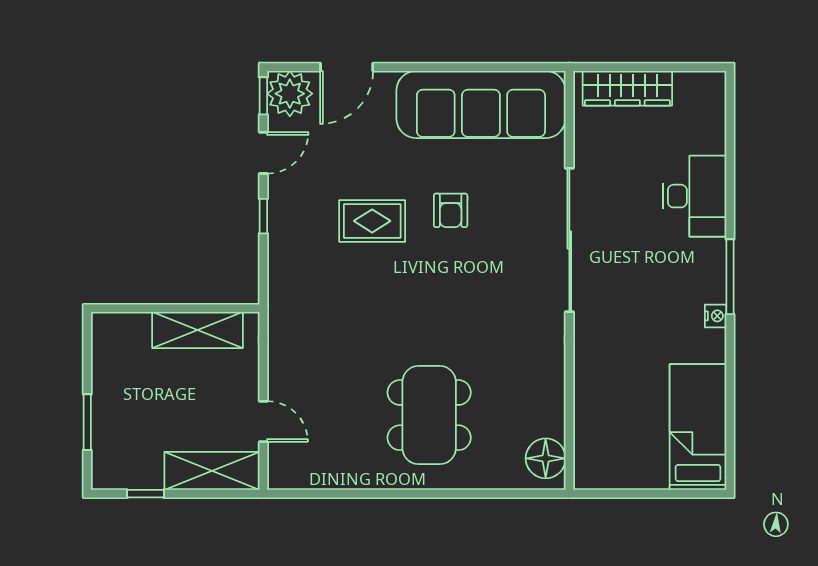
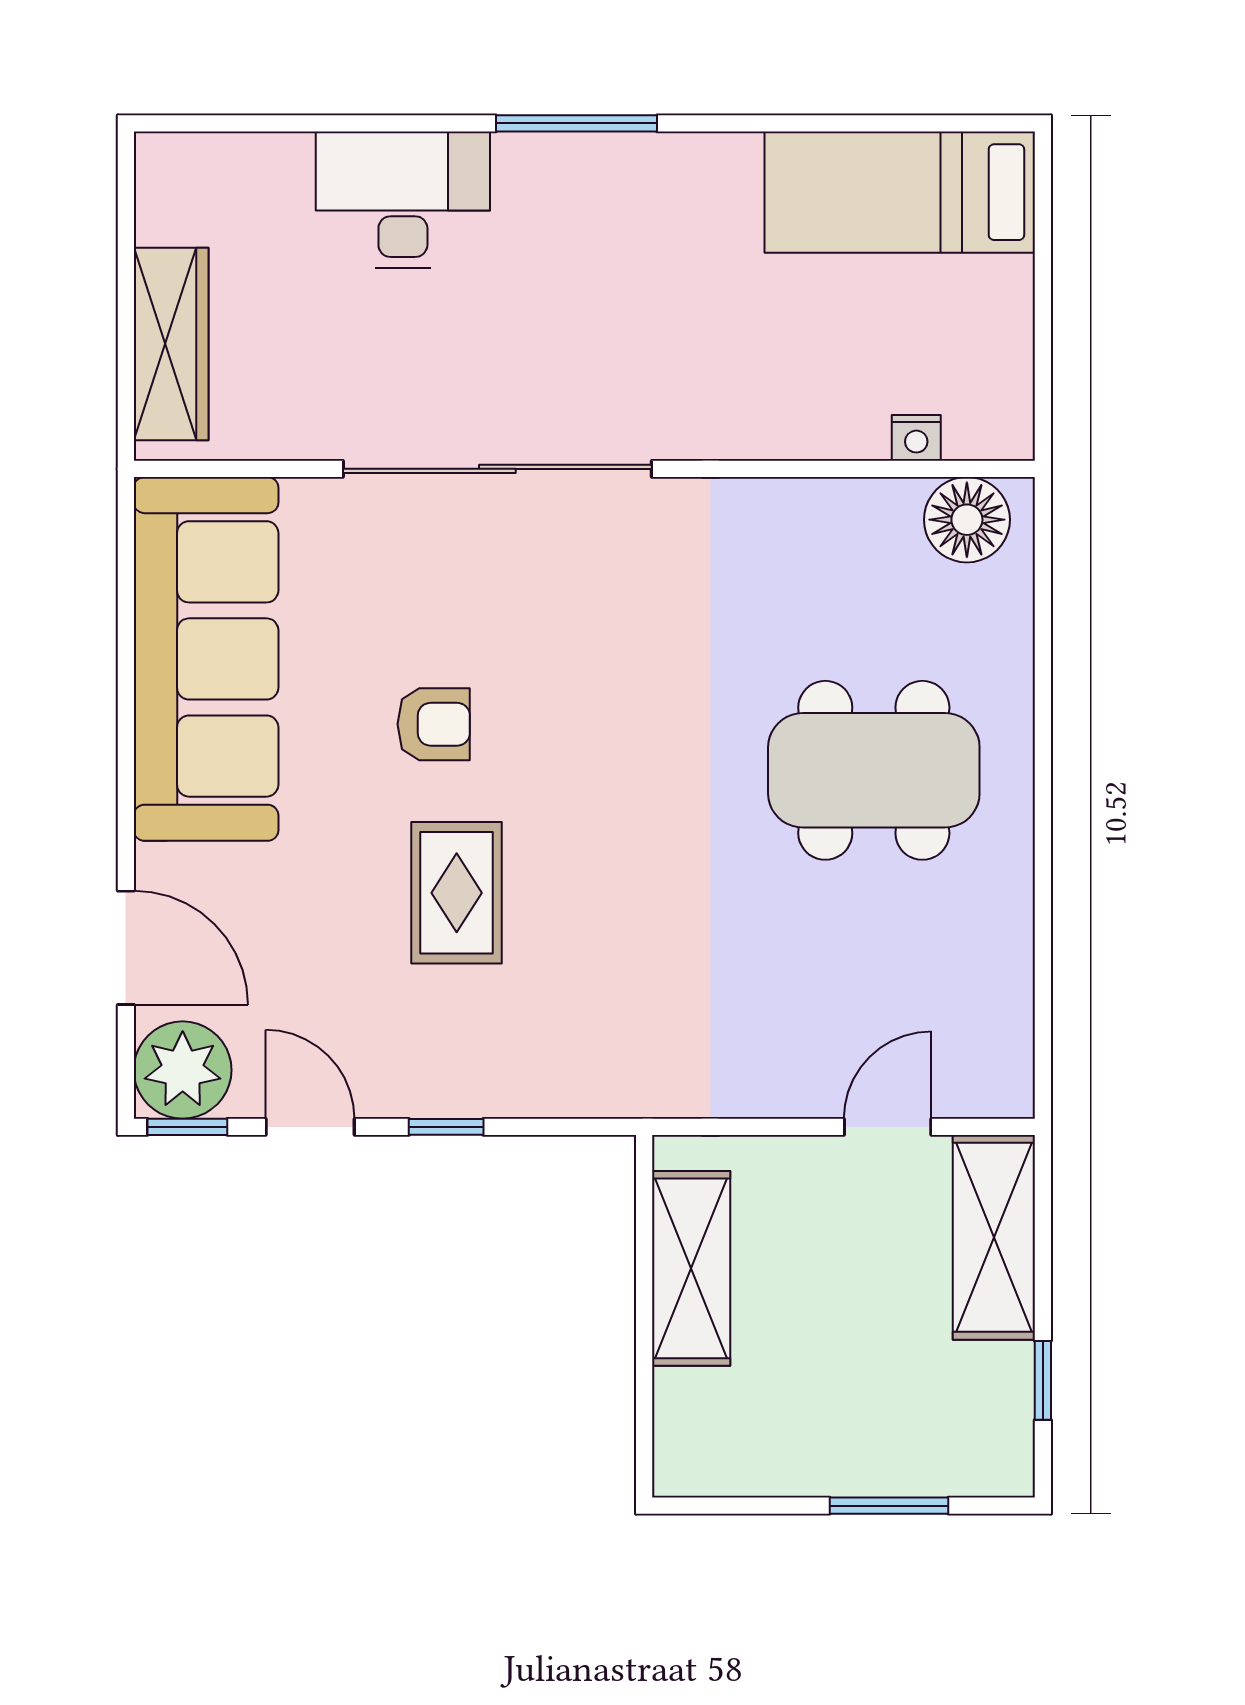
nightstand: (716, 316) -> (916, 438), moved, turned 180

